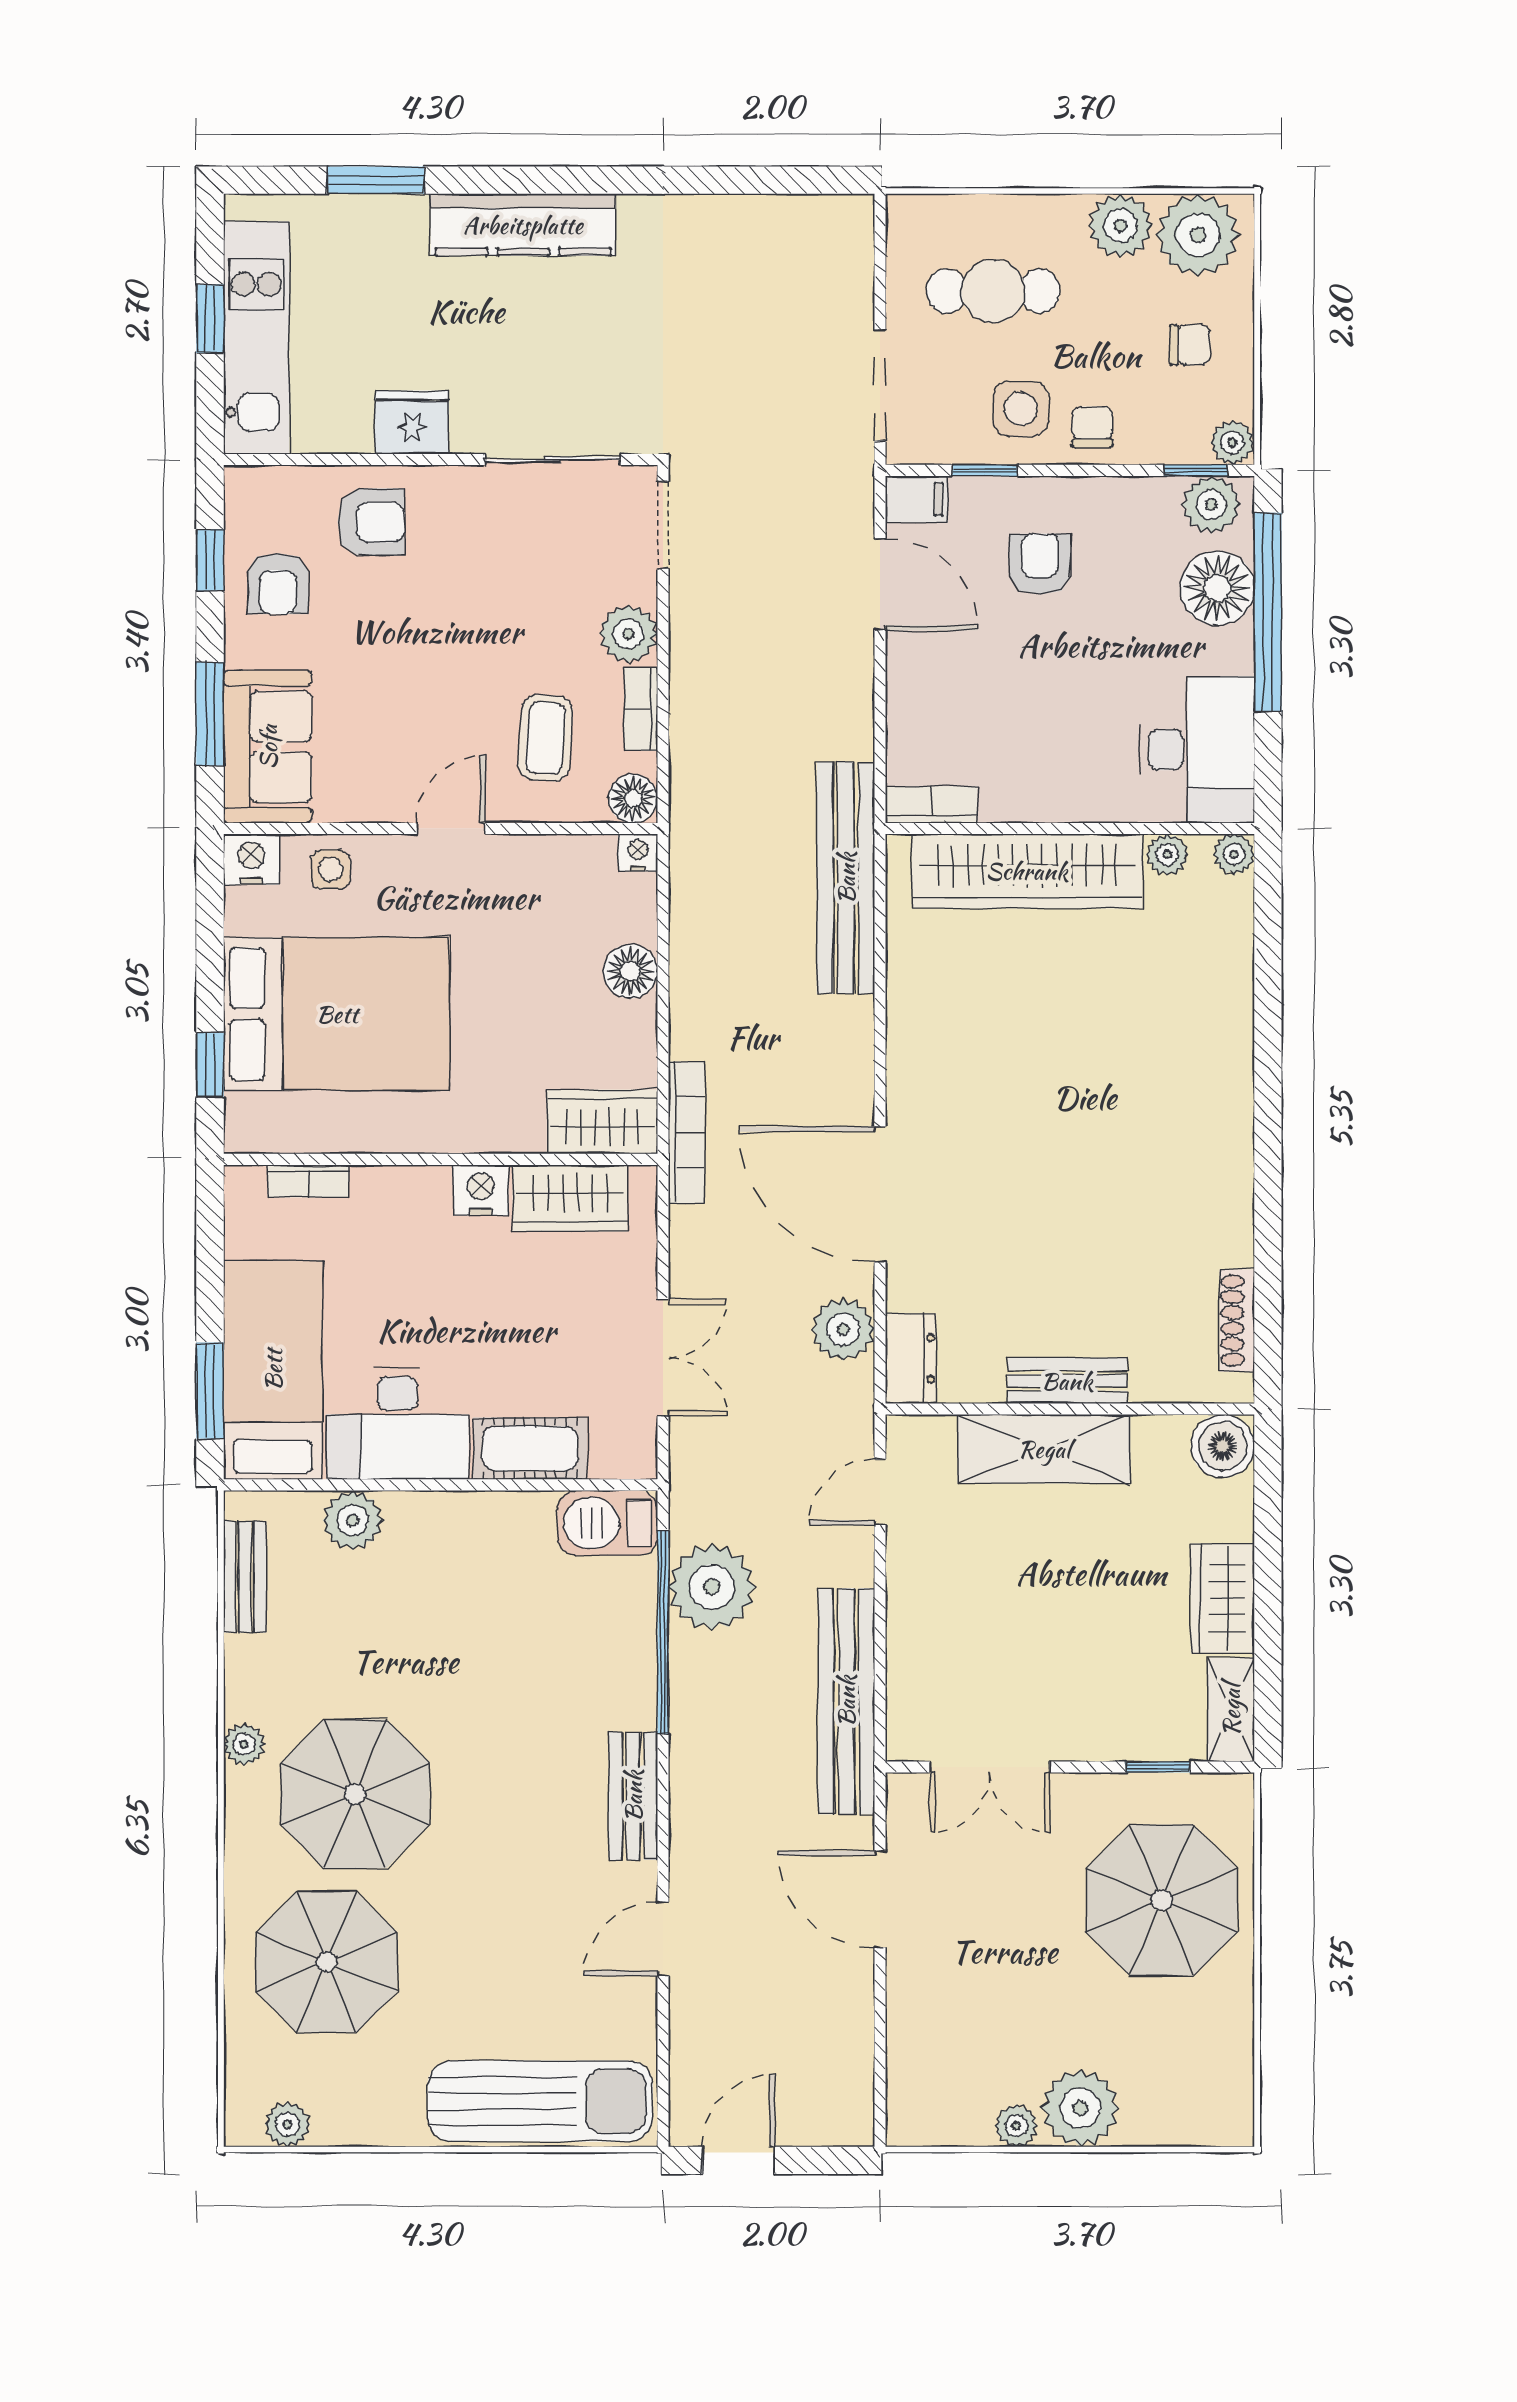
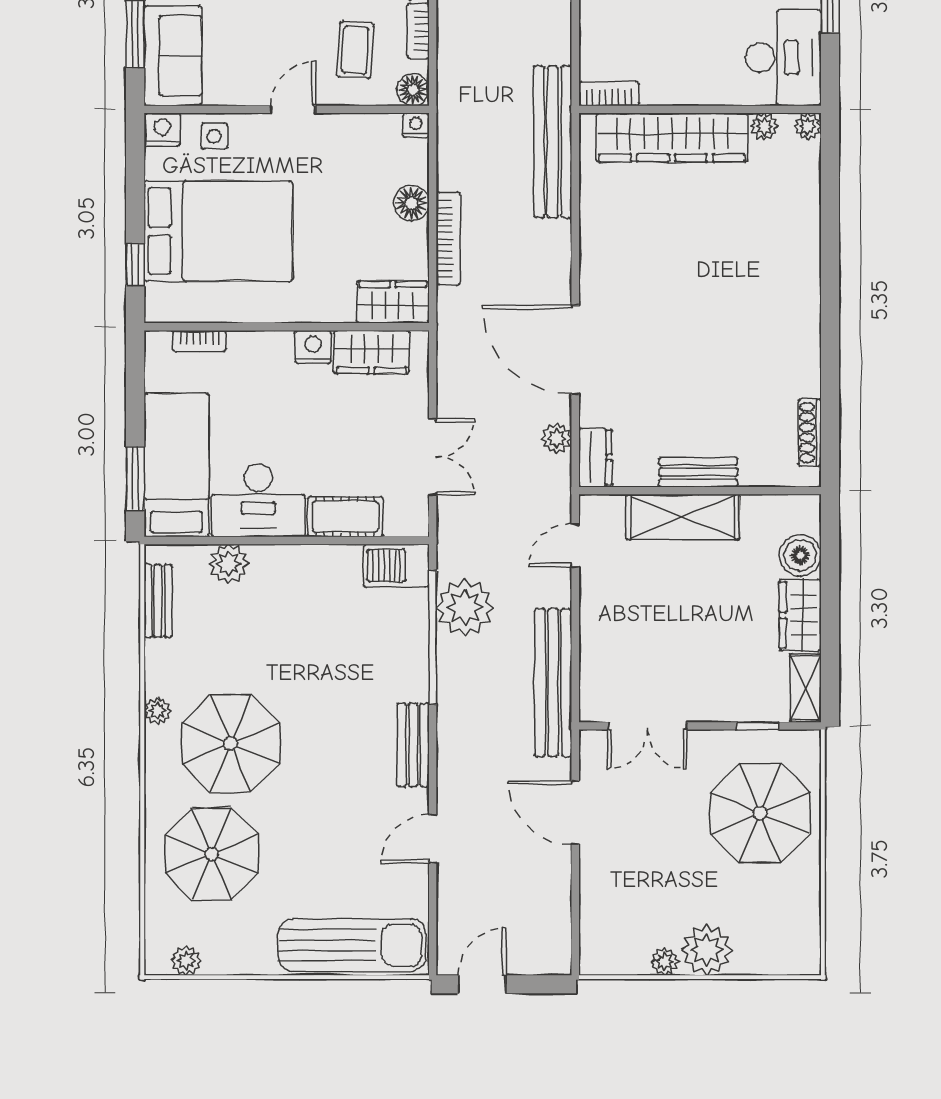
bookcase: (687, 1132) -> (448, 239), moved
plant: (843, 1329) -> (557, 438), width x0.73, depth x0.73
boiler: (1223, 1446) -> (800, 555), moved

